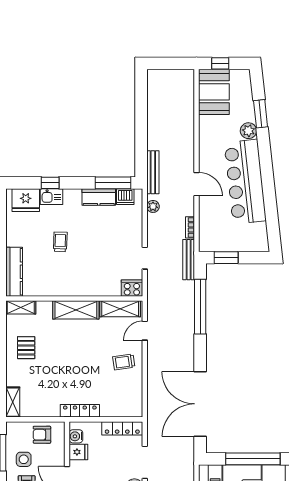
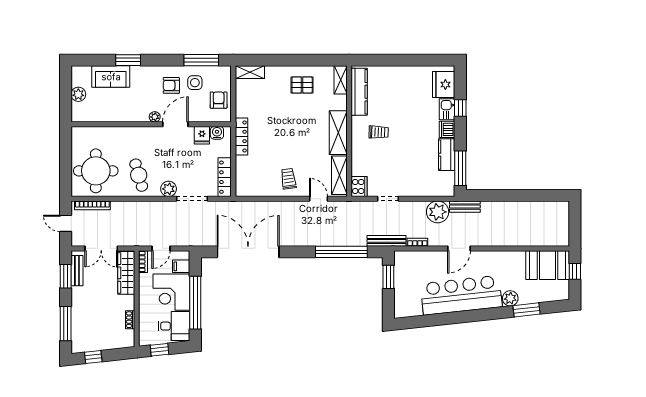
bench: (153, 172) -> (465, 207), width x0.73
dishwasher: (125, 197) -> (447, 129), moved
plant: (153, 206) -> (438, 212), width x1.87, depth x1.87
trolley: (60, 242) -> (379, 132), moved
kitchen counter: (14, 272) -> (359, 92), moved, turned -90

